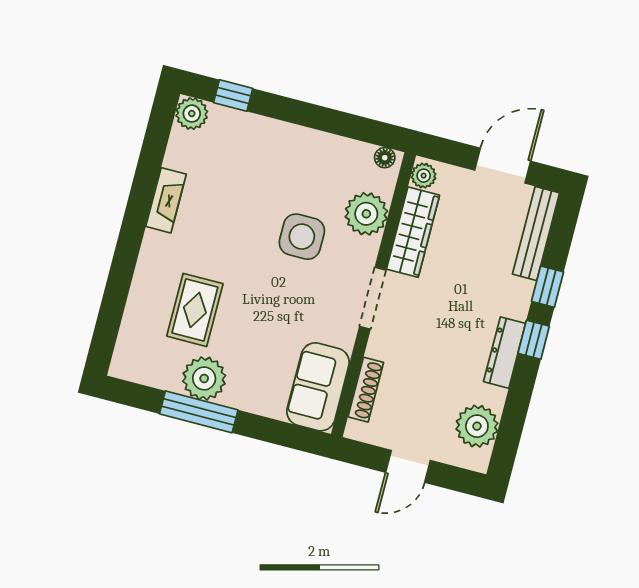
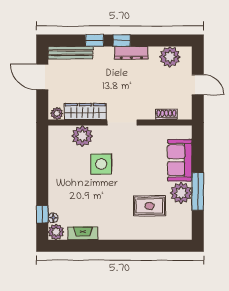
floor lamp: (385, 158) -> (53, 218), moved
fireplace: (166, 200) -> (83, 233), moved
sofa: (318, 387) -> (180, 160), moved, turned 90
shoe rack: (366, 390) -> (166, 114), width x0.70

